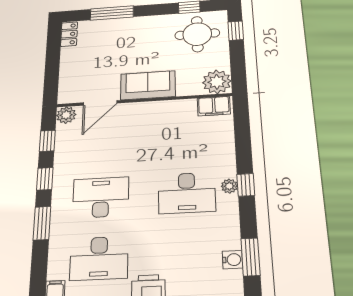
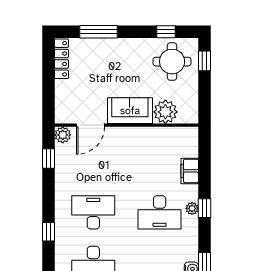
locker: (69, 34) -> (61, 59), width x1.53
plant: (217, 82) -> (165, 112), moved
filing cabinet: (214, 106) -> (190, 171), moved, turned 90
window: (45, 179) -> (48, 193), removed
window: (42, 223) -> (48, 232), width x0.67

